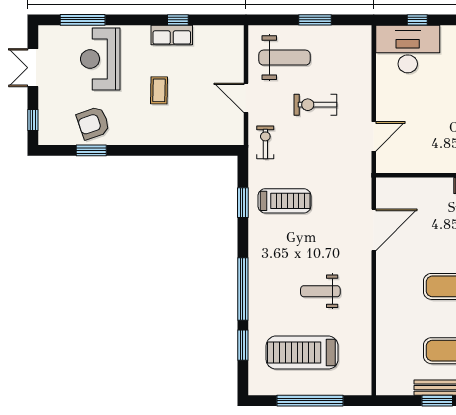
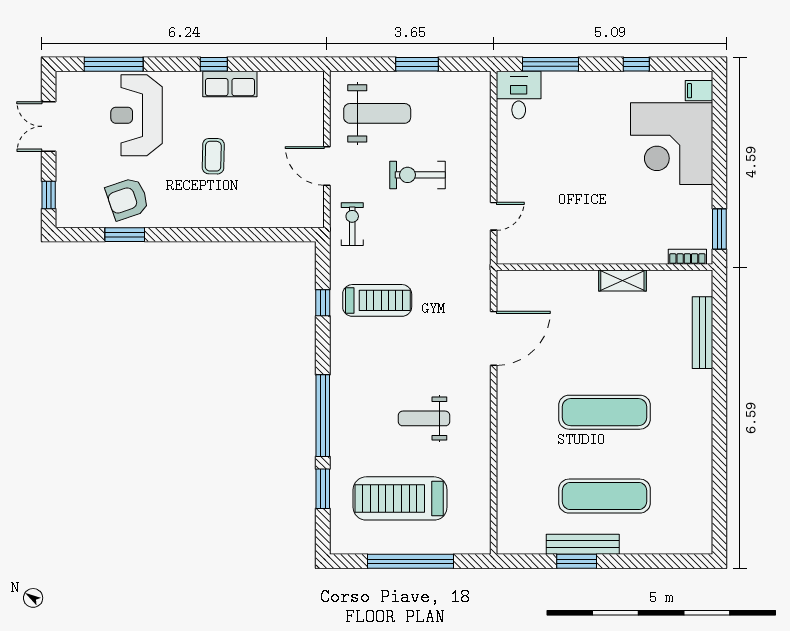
window: (178, 20) -> (214, 64), moved
window: (417, 20) -> (550, 64), width x2.17
desk: (408, 49) -> (519, 95), width x0.53, depth x0.77
door: (374, 136) -> (494, 216), width x0.73
window: (243, 203) -> (323, 303), width x0.67

